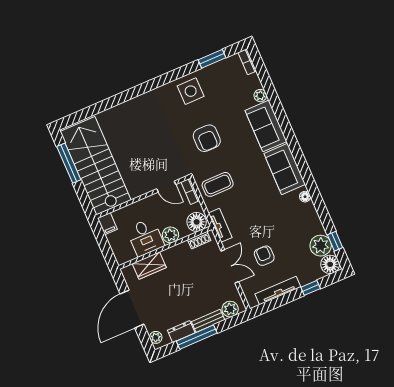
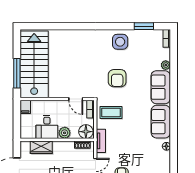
window: (69, 163) -> (17, 73), moved

